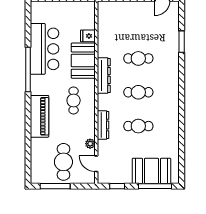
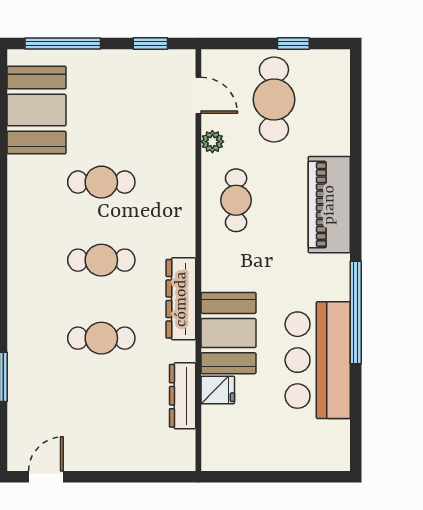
cafe table: (74, 100) -> (236, 200), moved
dresser: (103, 125) -> (183, 396), moved
booth: (151, 171) -> (37, 110), moved, turned 90
window: (55, 186) -> (293, 44), width x0.46

